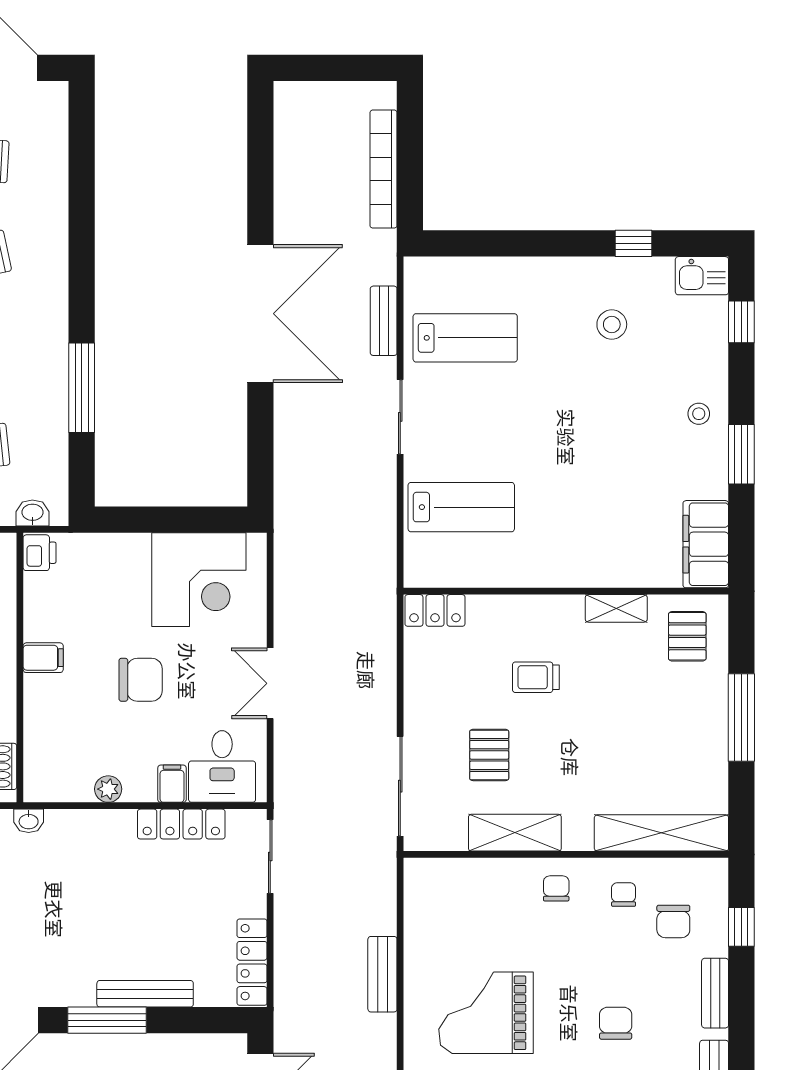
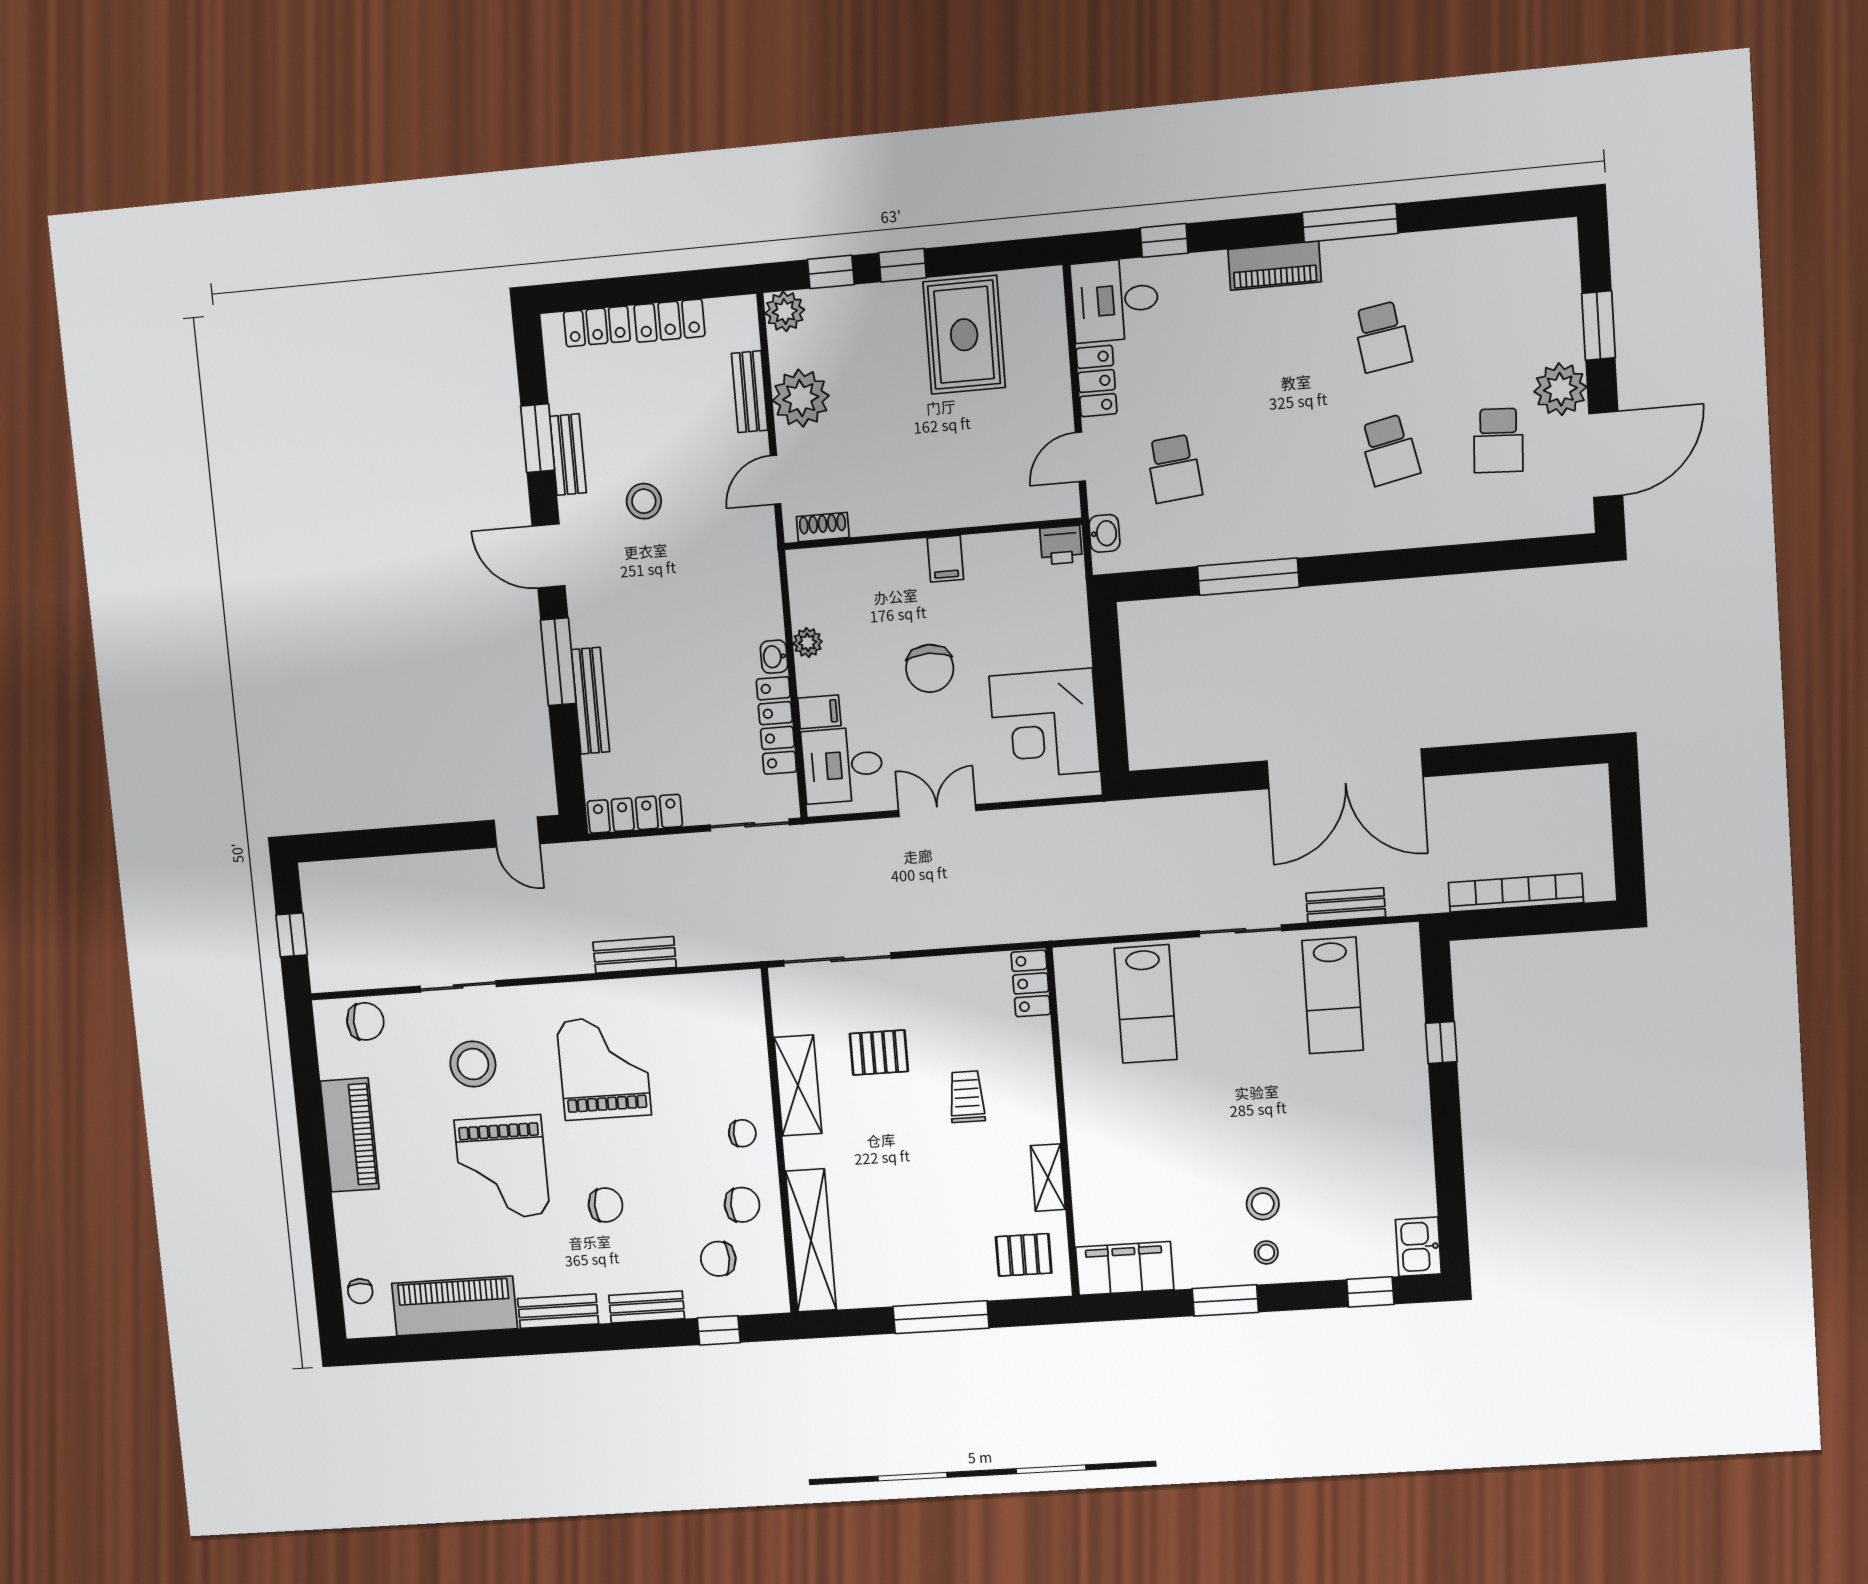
window: (634, 243) -> (1441, 1043), moved
stool: (612, 324) -> (1263, 1204), moved
washbasin: (29, 821) -> (774, 657), moved
chair: (624, 895) -> (742, 1205), width x1.37, depth x1.37

